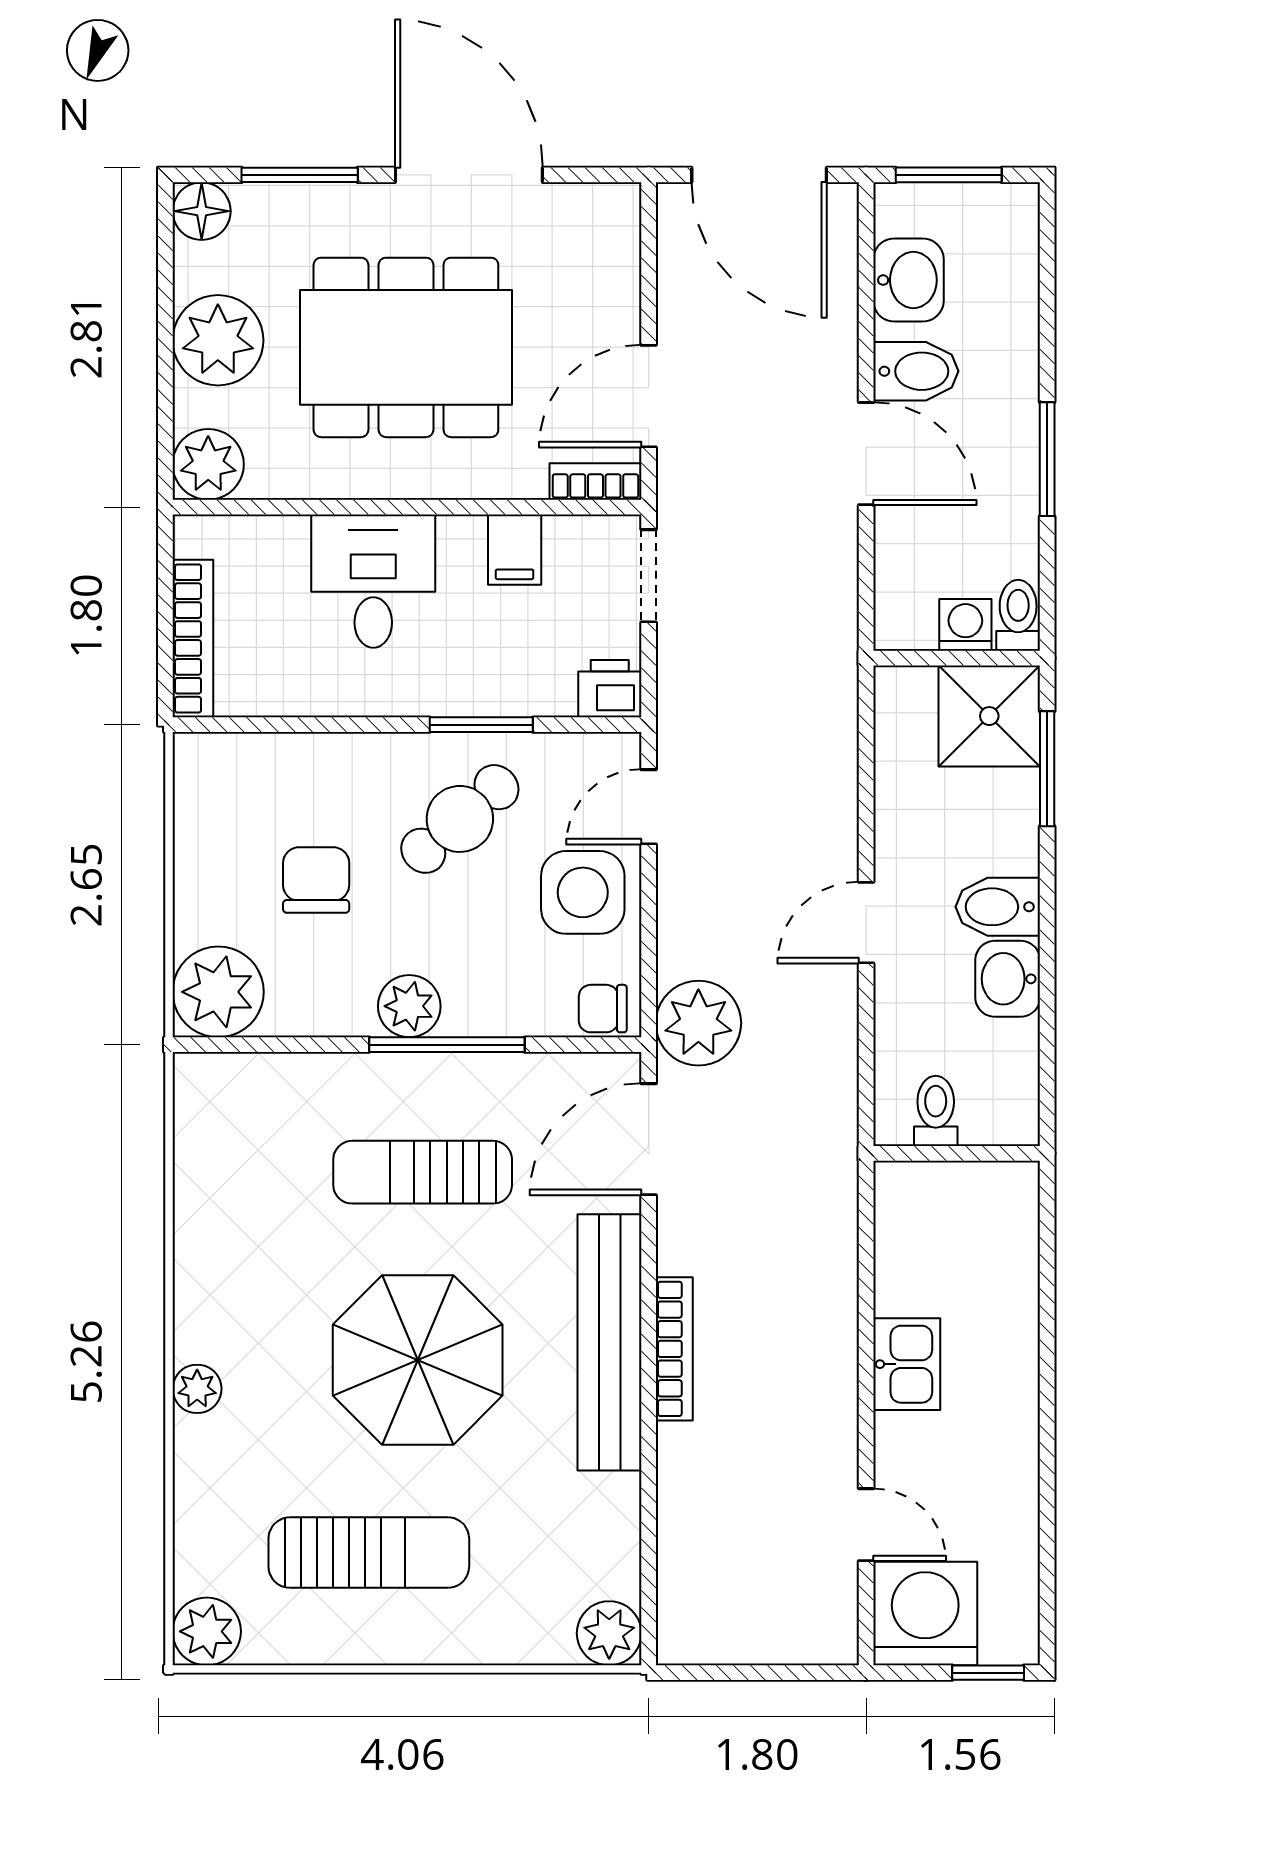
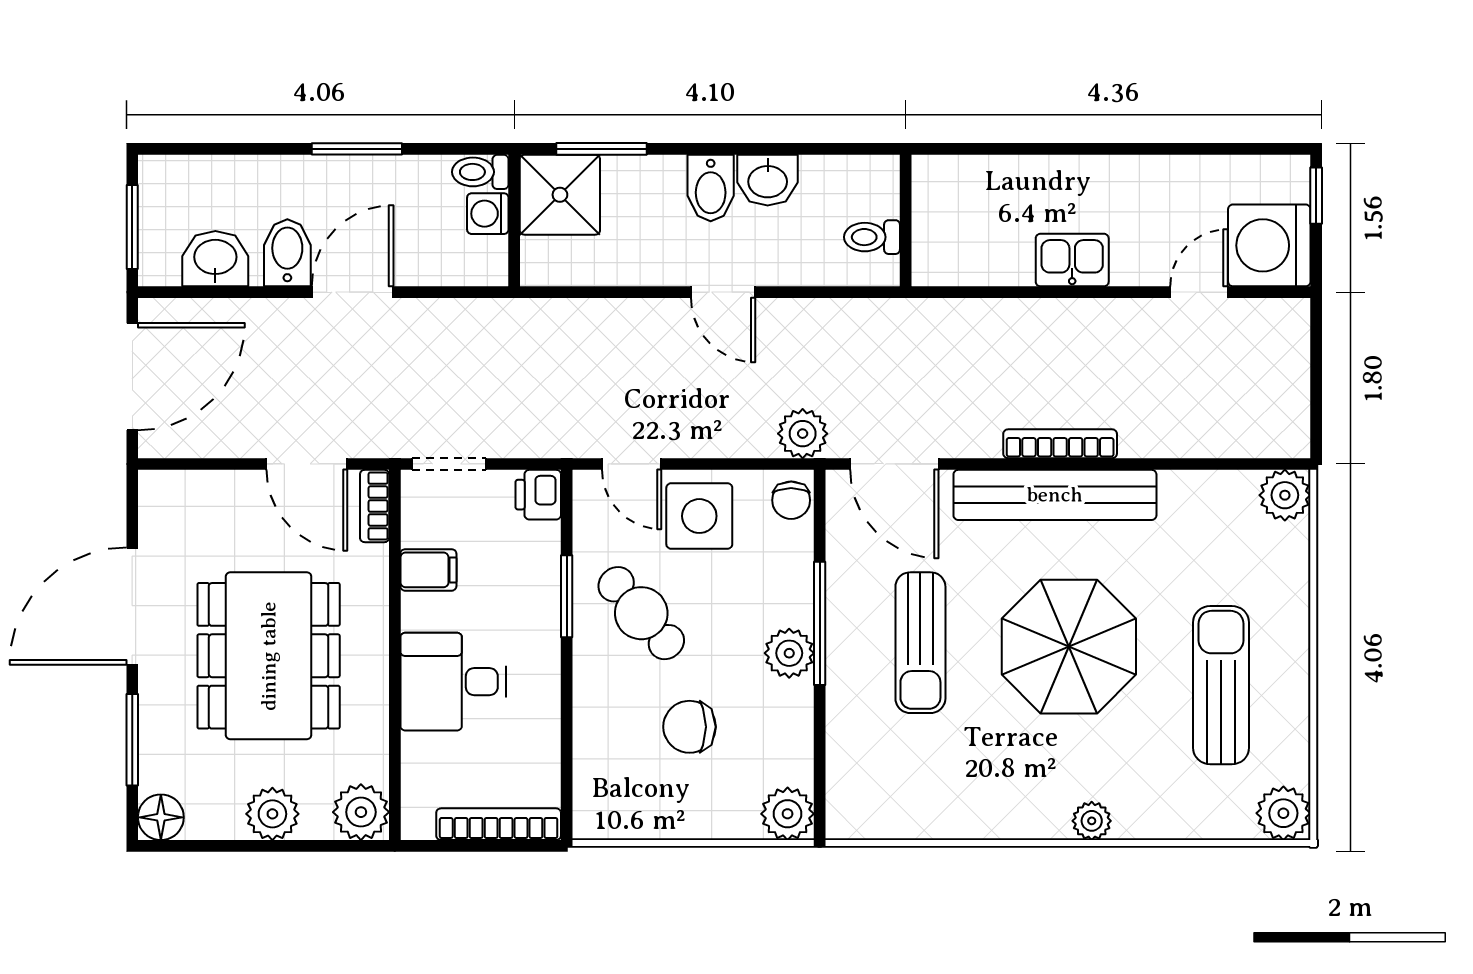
plant: (218, 340) -> (272, 814), width x0.73, depth x0.73
plant: (218, 992) -> (788, 814), width x0.73, depth x0.73
plant: (698, 1023) -> (803, 434), width x0.73, depth x0.73

